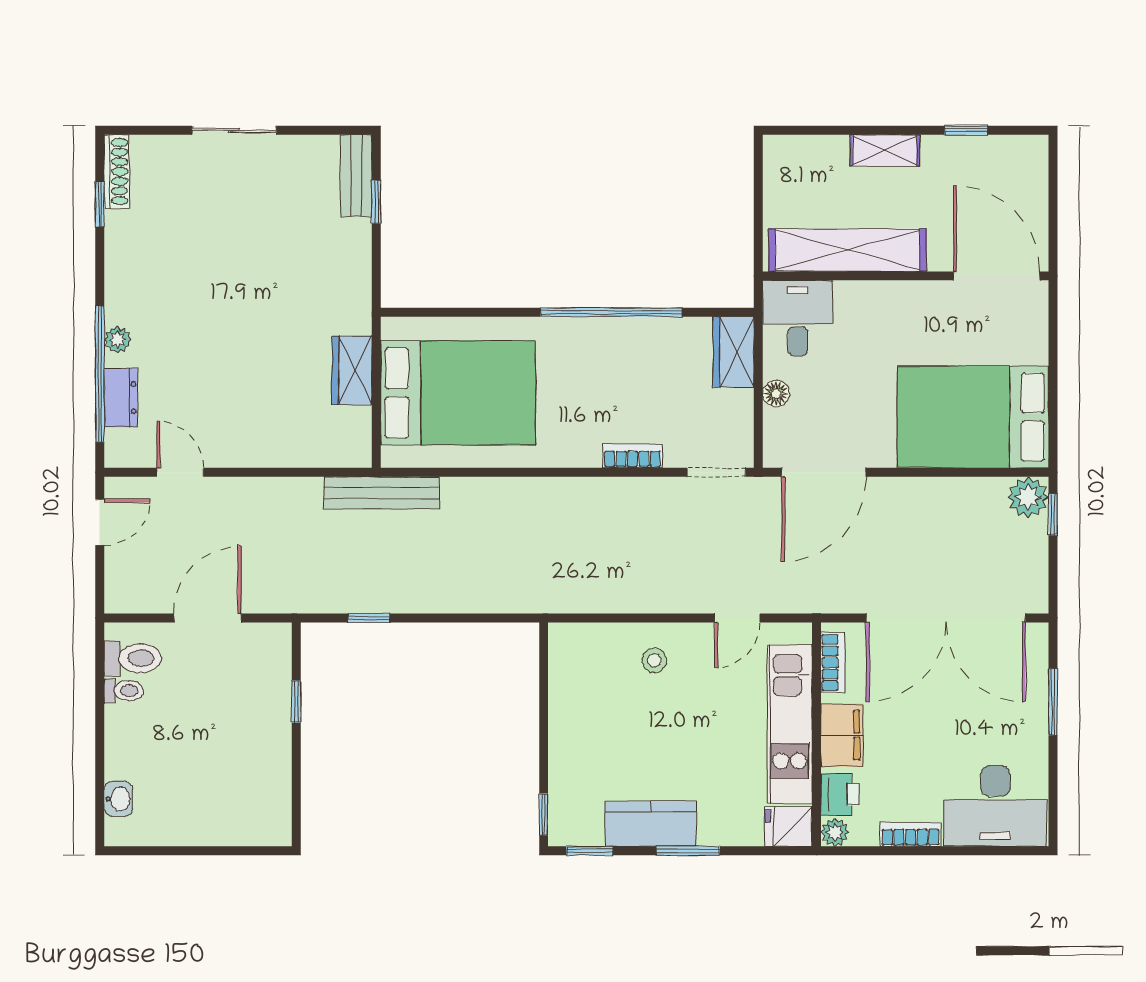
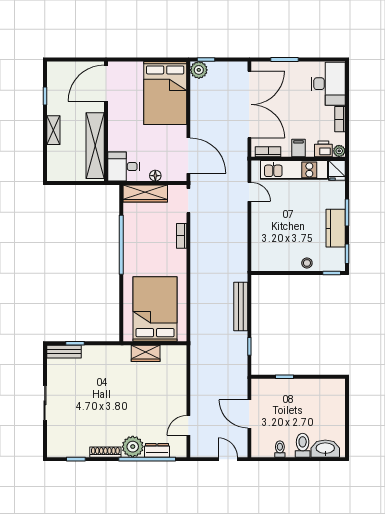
shoe rack: (117, 172) -> (105, 452), moved
plant: (118, 340) -> (133, 447), width x1.88, depth x1.88
wardrobe: (733, 352) -> (145, 193), width x1.50
bench: (382, 493) -> (241, 306), moved
door: (100, 522) -> (228, 459), moved
toilet: (133, 658) -> (303, 445), moved
stool: (654, 660) -> (307, 263), moved
filing cabinet: (842, 735) -> (298, 148), width x0.50
washbasin: (118, 799) -> (325, 449), width x1.91, depth x1.45

